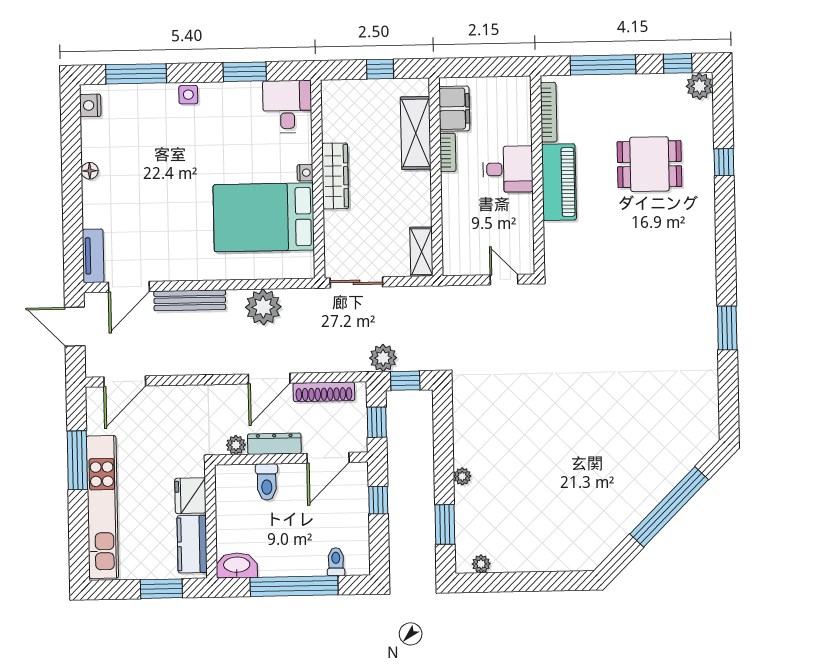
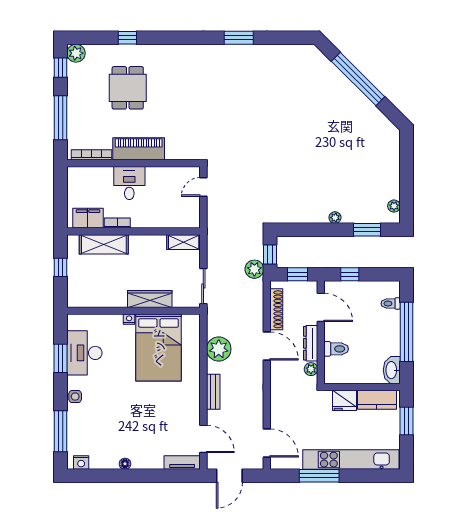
desk: (287, 107) -> (84, 353), moved, width x1.37
wardrobe: (335, 176) -> (150, 299), moved
bench: (190, 300) -> (213, 392), width x0.73

